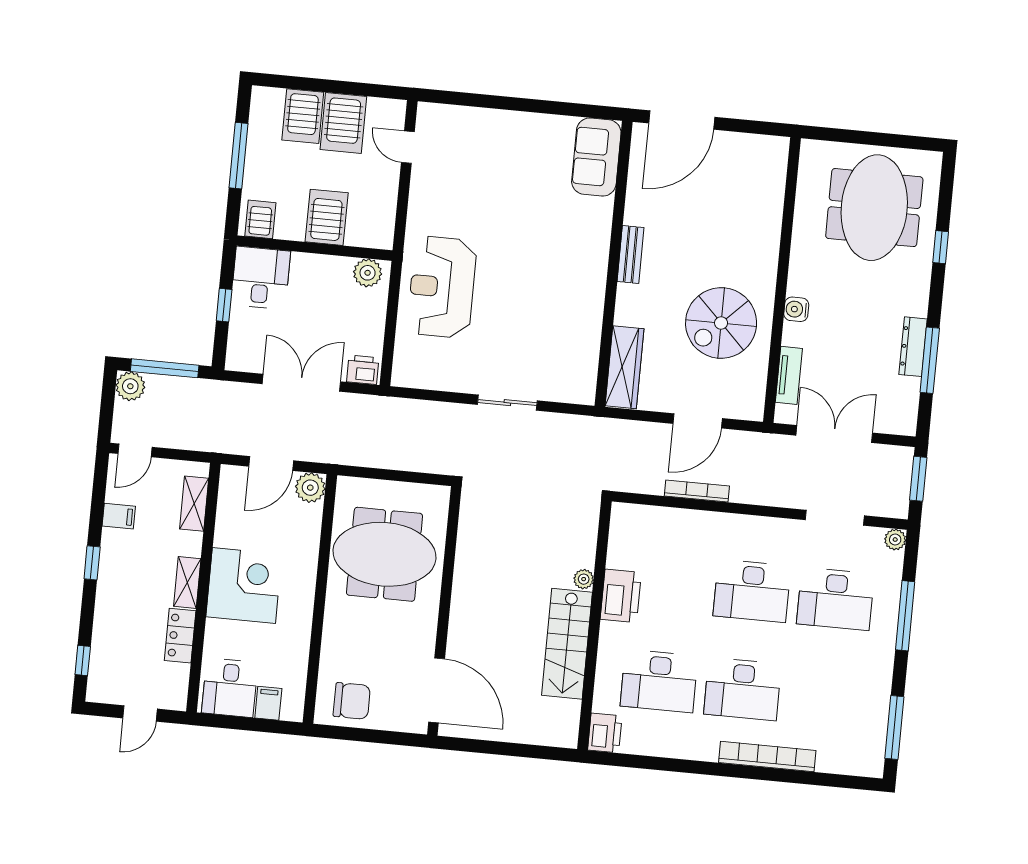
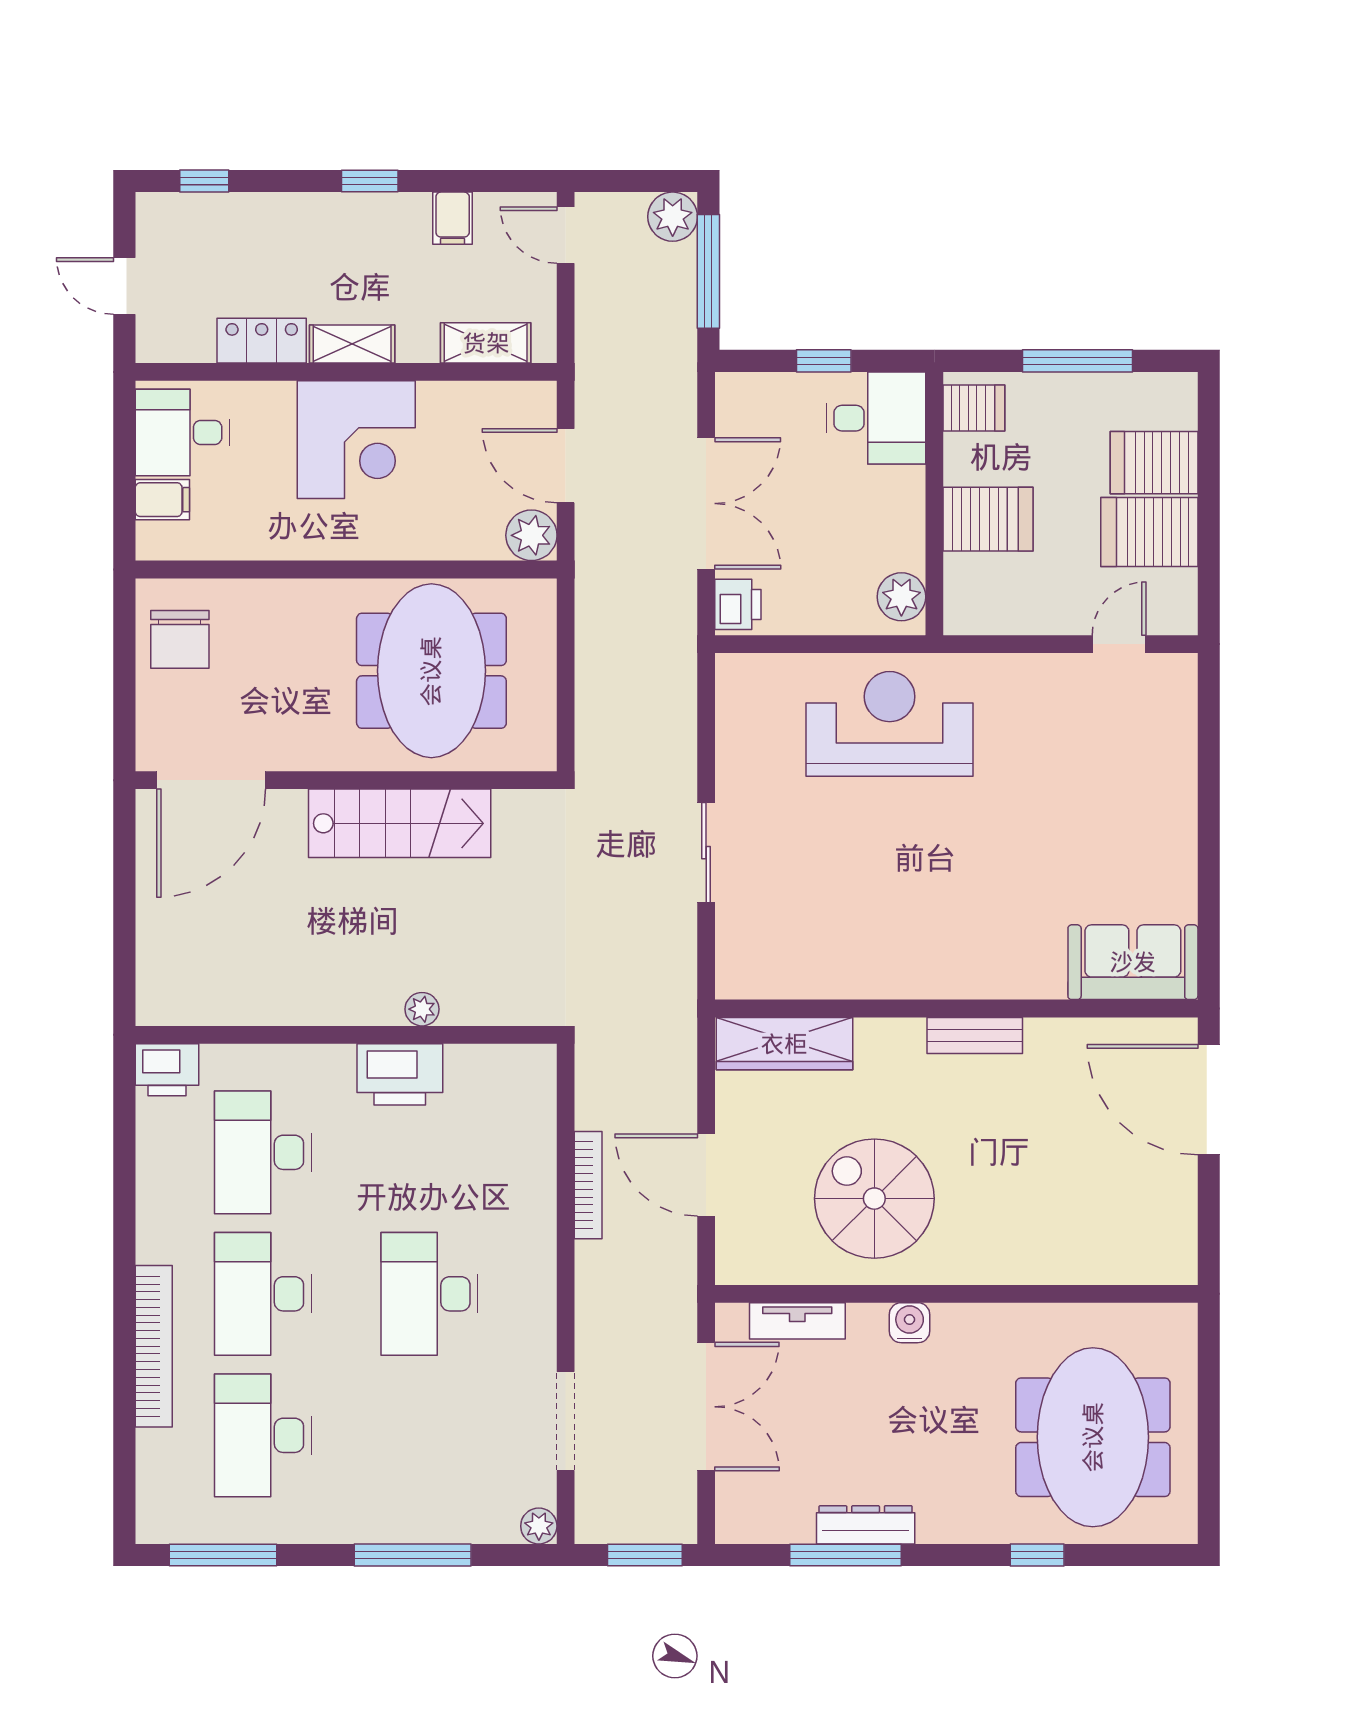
meeting table: (874, 208) -> (1093, 1437), turned 90
desk: (835, 599) -> (263, 1435), moved
stairs: (567, 644) -> (400, 823), moved, turned 180

